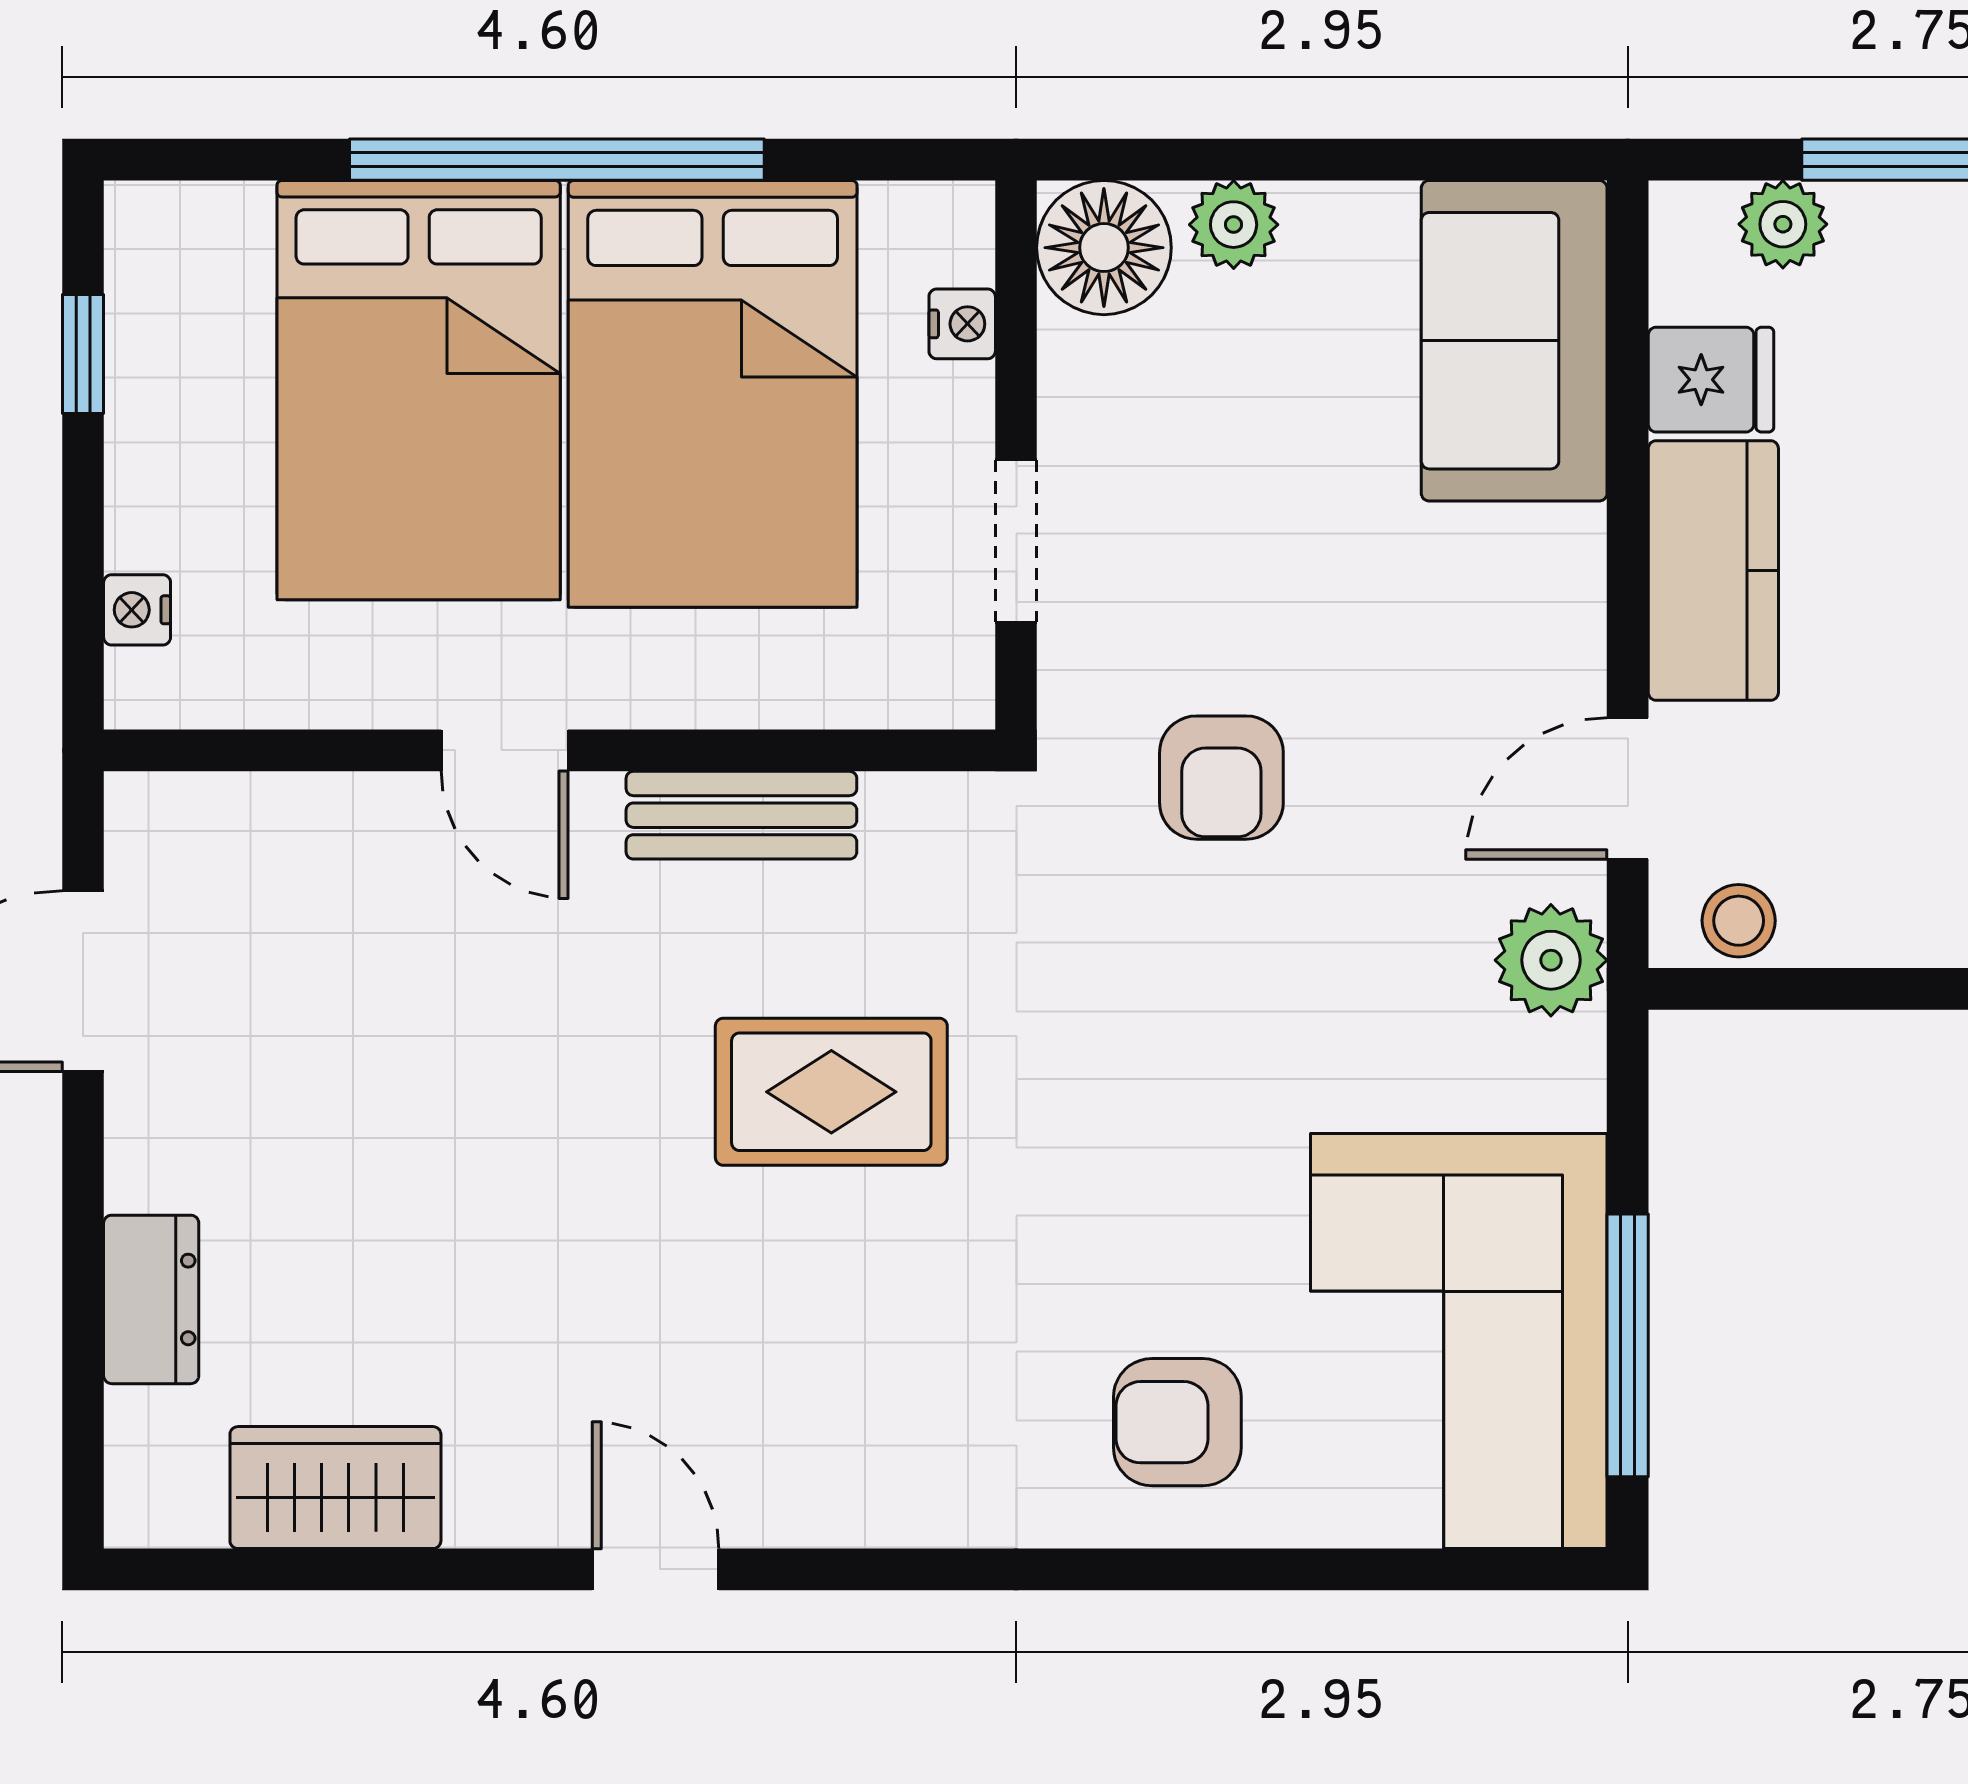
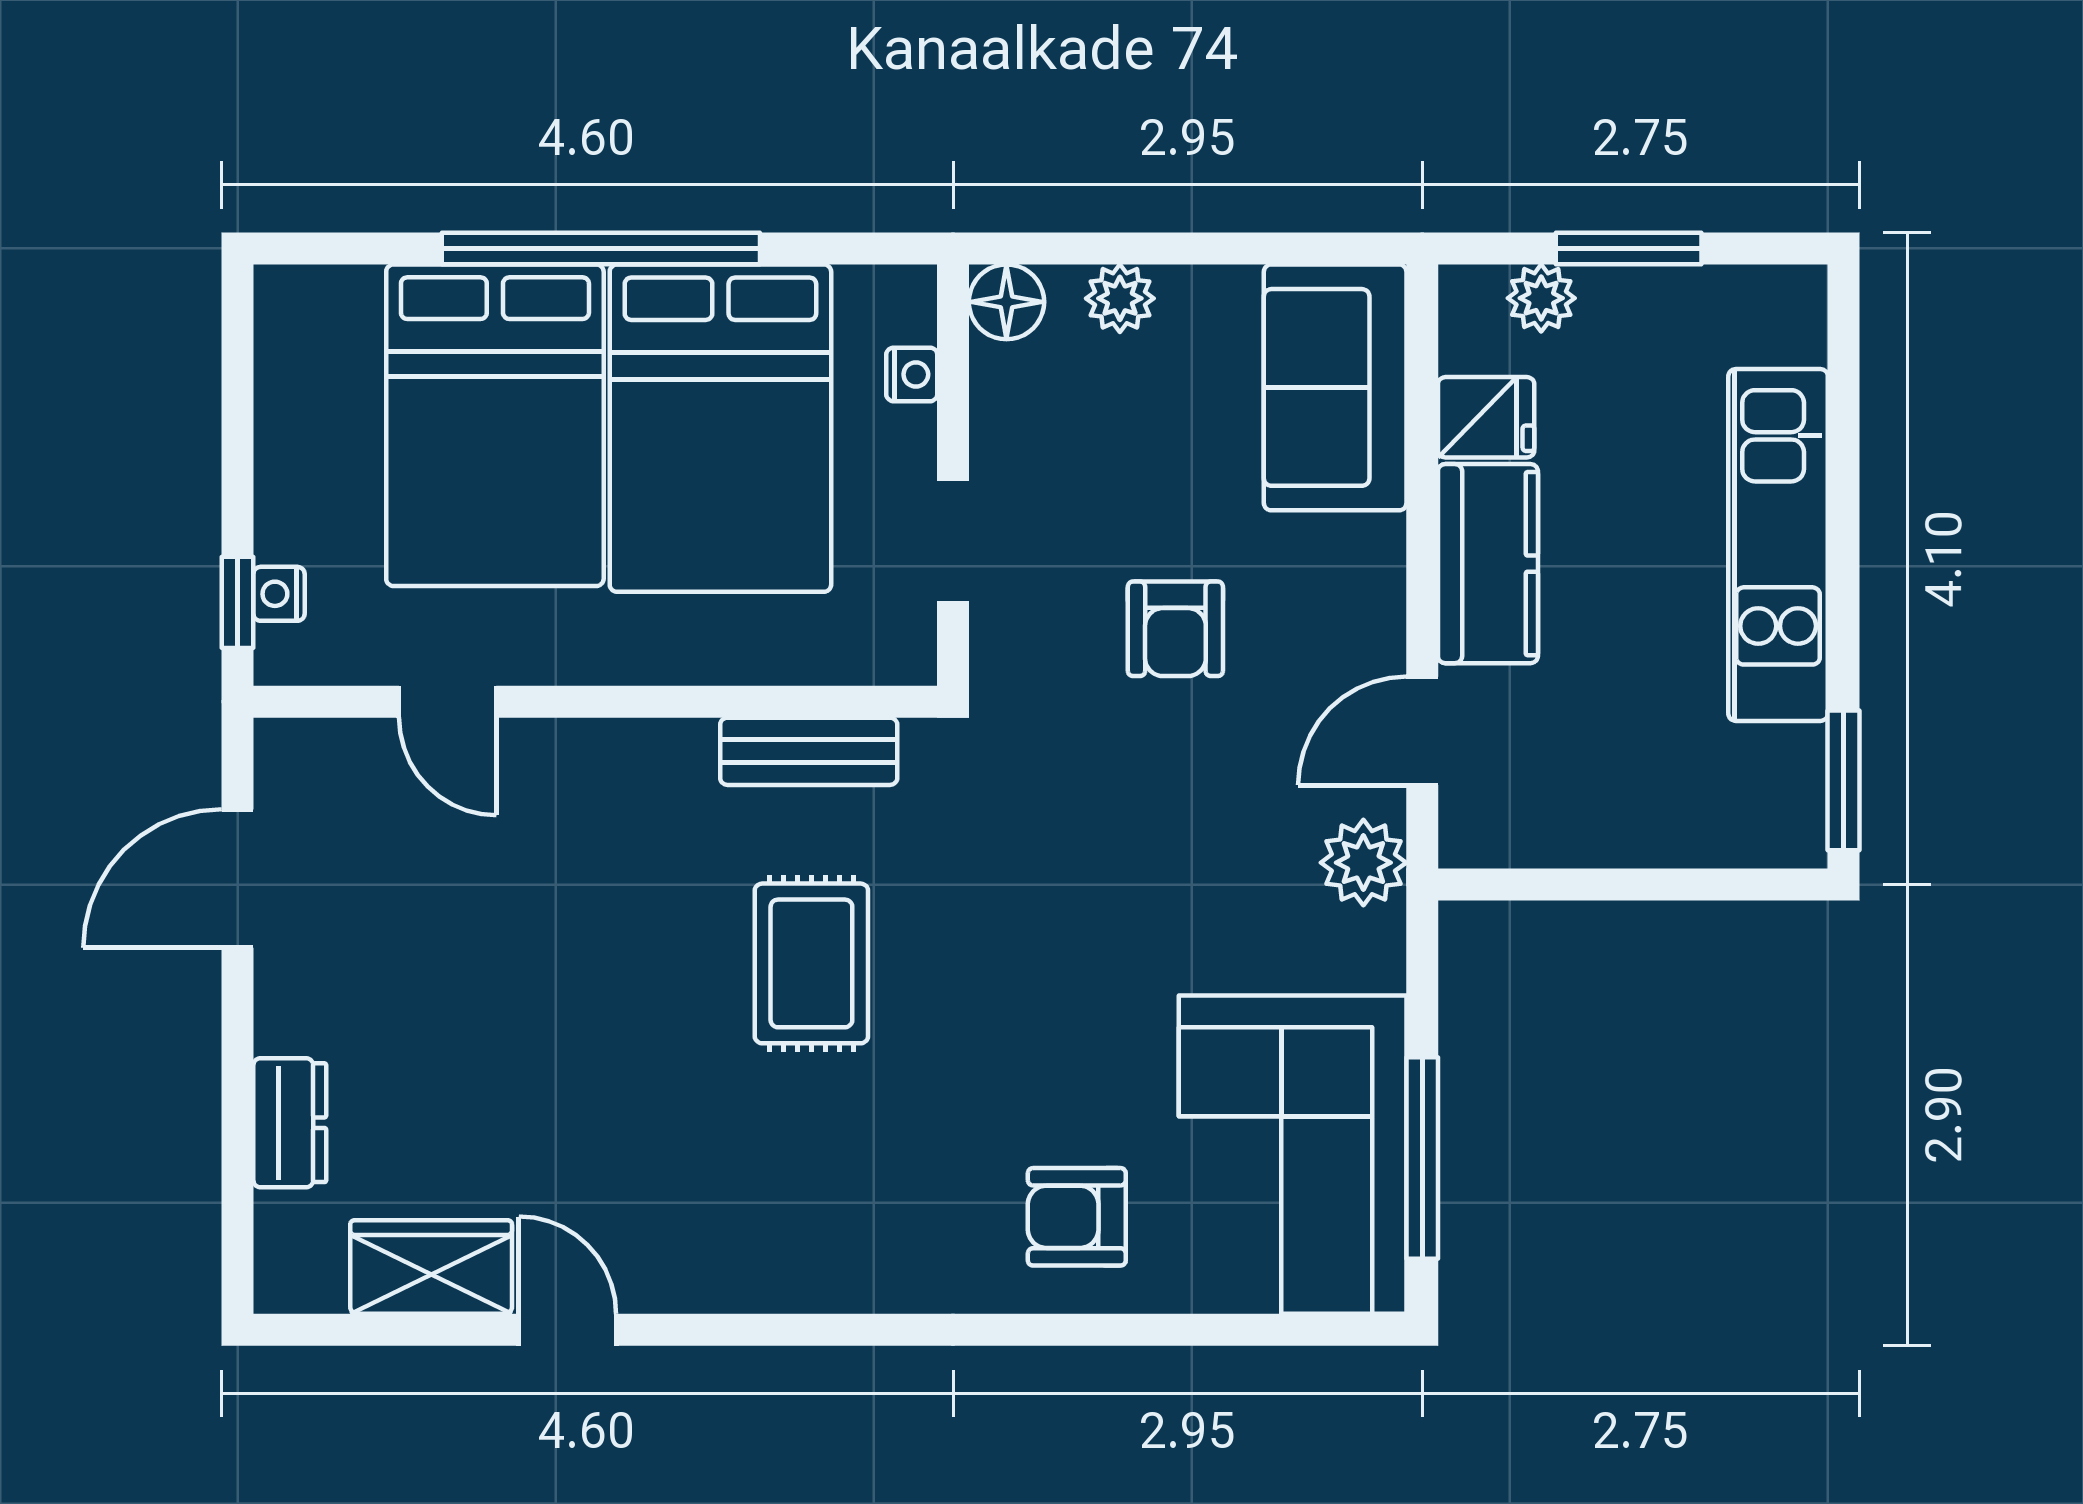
floor lamp: (1104, 248) -> (1006, 302), width x0.73, depth x0.73
window: (83, 354) -> (238, 602), moved
door: (505, 750) -> (448, 702), moved
armchair: (1221, 778) -> (1175, 629), moved
bench: (741, 815) -> (809, 751), moved
stool: (1739, 921) -> (1507, 832), removed
rug: (831, 1092) -> (811, 963), turned 90
door: (655, 1569) -> (568, 1330), moved

